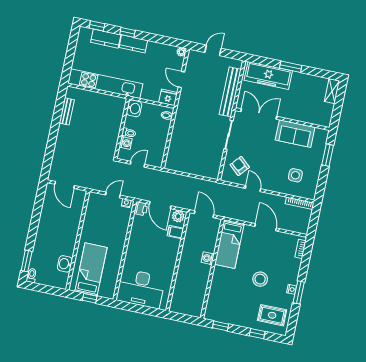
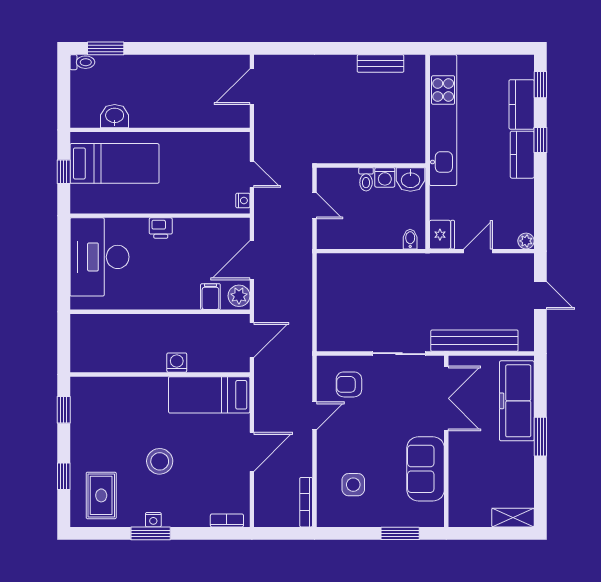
washing machine: (126, 143) -> (385, 177), moved
armchair: (240, 166) -> (349, 384), turned -131
printer: (141, 209) -> (161, 228), moved

